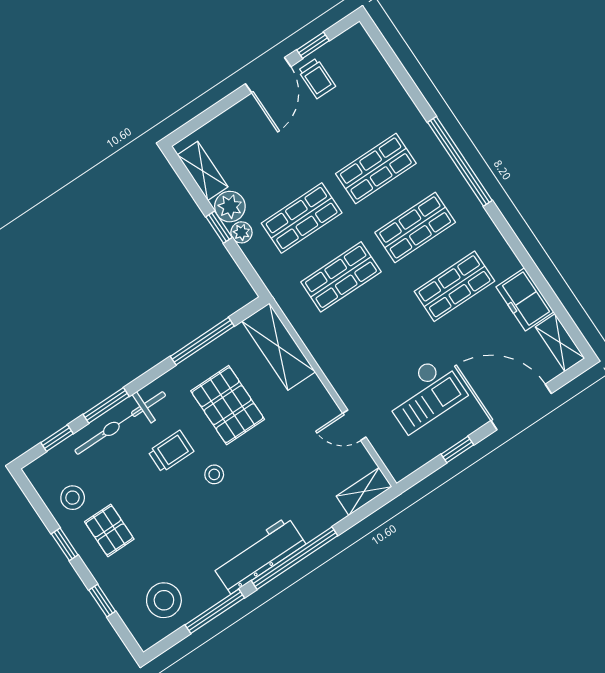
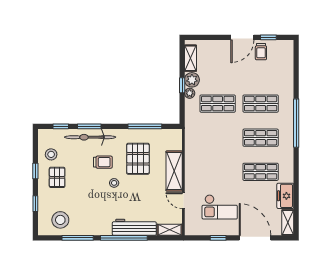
shop shelf: (341, 277) -> (218, 138), removed
shelving: (279, 347) -> (174, 171), moved
workbench: (259, 555) -> (134, 227), moved

